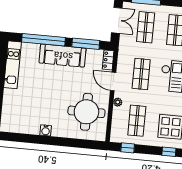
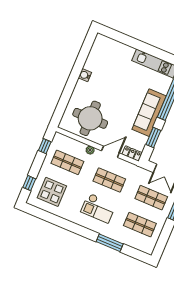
window: (86, 44) -> (153, 137), width x0.69

